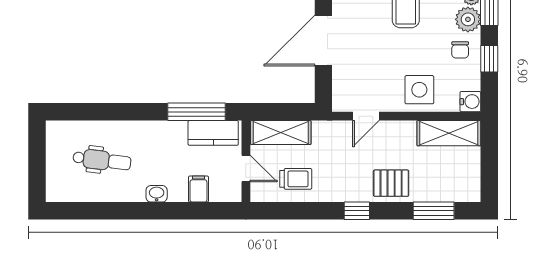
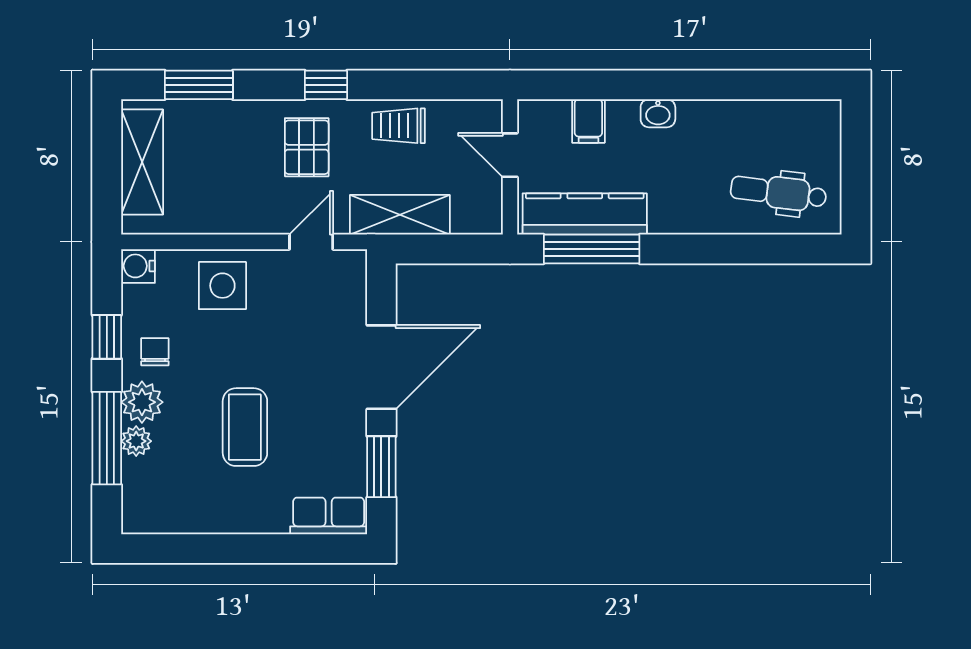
shelving: (281, 132) -> (400, 215), moved
kitchen counter: (213, 133) -> (585, 214), width x1.50
shelving: (449, 133) -> (142, 162), moved, turned 90
dental chair: (102, 160) -> (778, 192), moved
trolley: (296, 179) -> (399, 126), moved
pallet: (391, 183) -> (307, 147), moved, turned 90

